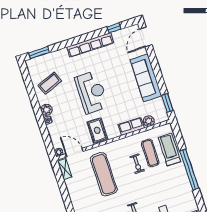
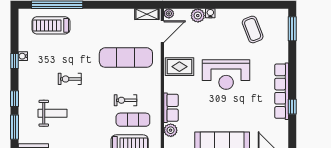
window: (114, 28) -> (292, 107), moved
plant: (46, 110) -> (198, 16), moved

